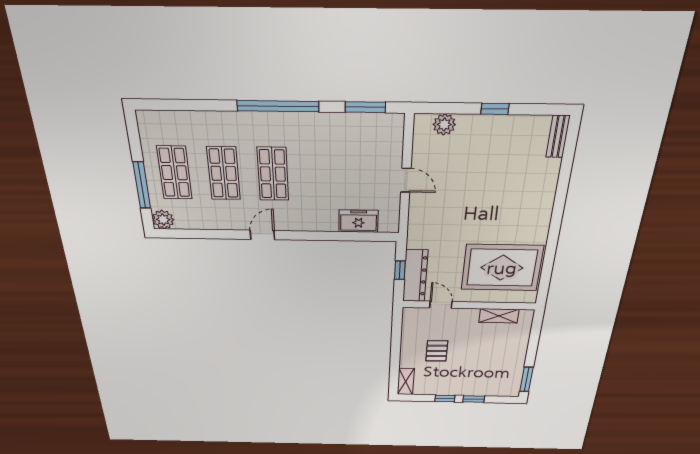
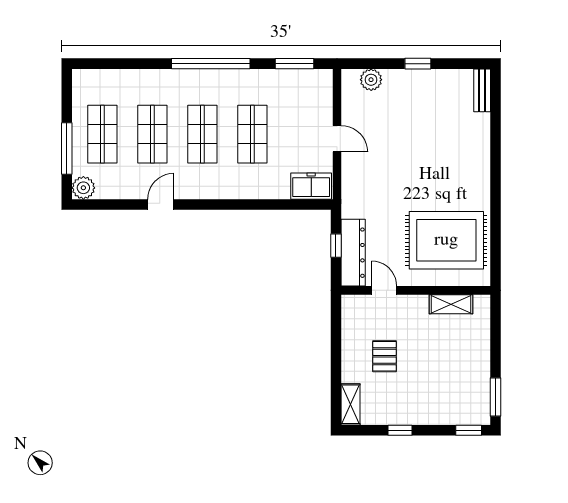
shop shelf: (322, 175) -> (252, 134), added
freezer: (358, 221) -> (311, 186), moved
door: (262, 235) -> (161, 204), moved
window: (474, 399) -> (469, 430), moved

